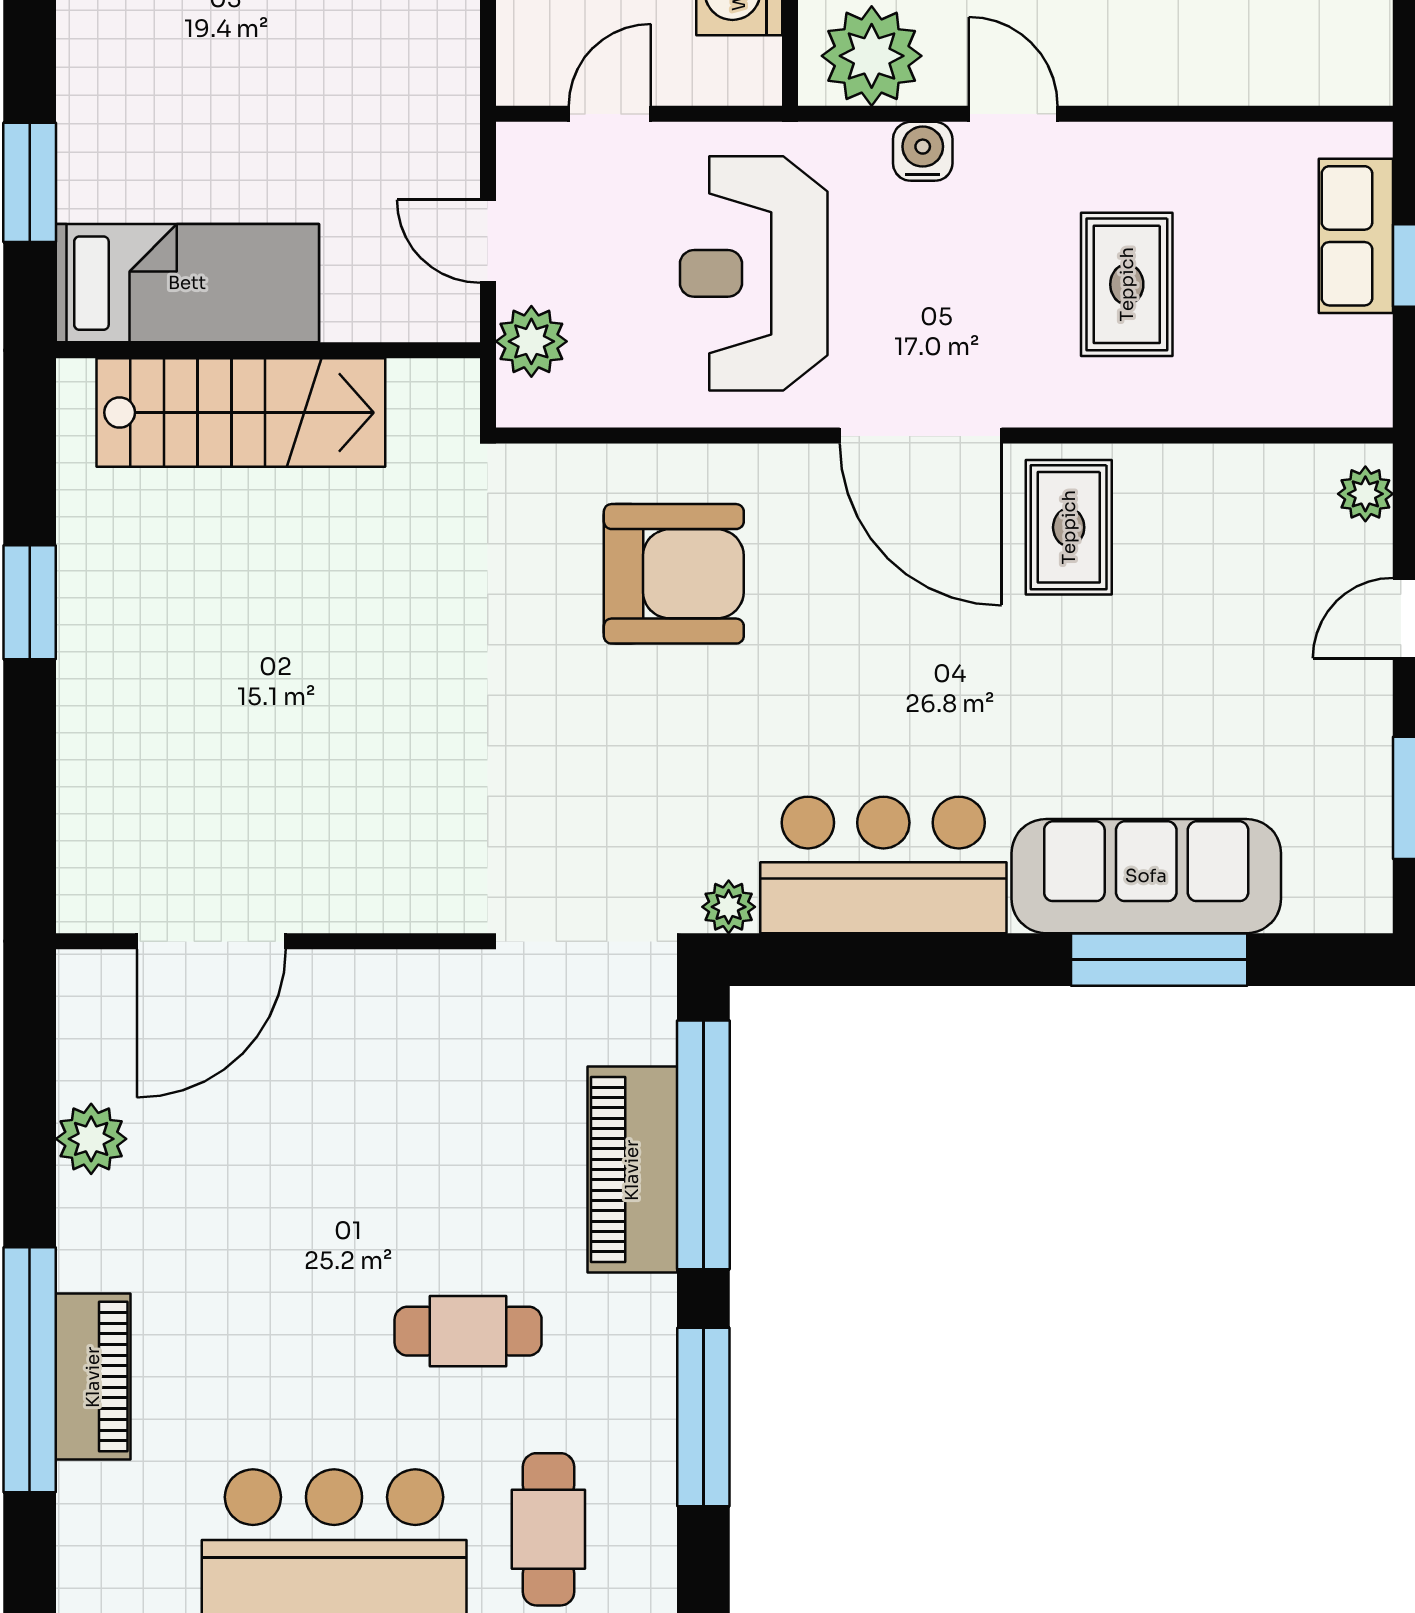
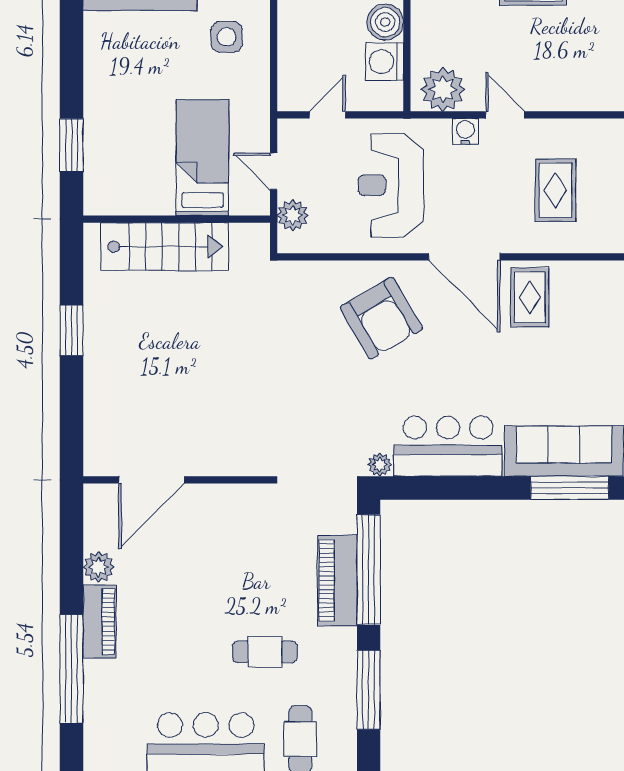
bed: (187, 283) -> (202, 158), moved, turned -90
armchair: (674, 574) -> (381, 318), moved, turned 60
piano: (93, 1377) -> (99, 622), moved

